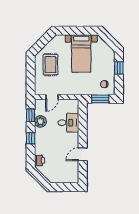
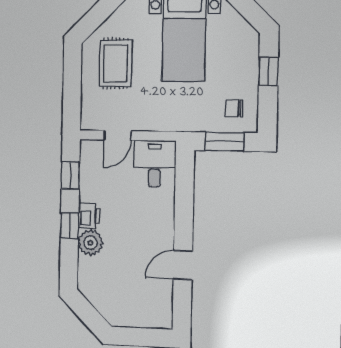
plant: (40, 121) -> (90, 243), moved
desk: (68, 123) -> (155, 164), moved, turned -90
printer: (40, 160) -> (89, 216), moved

